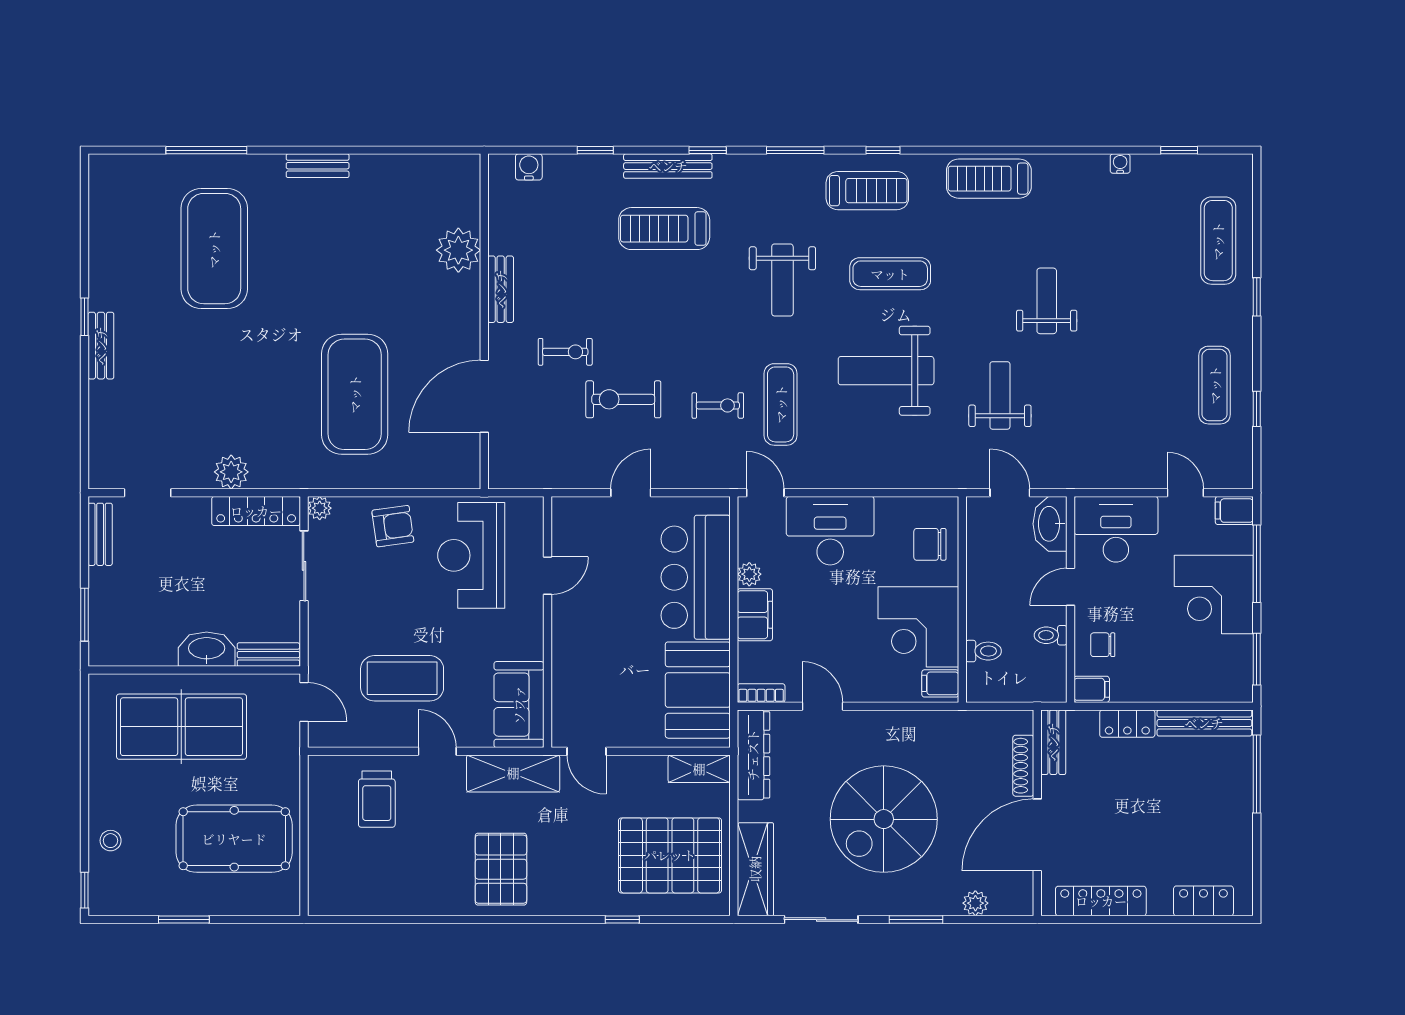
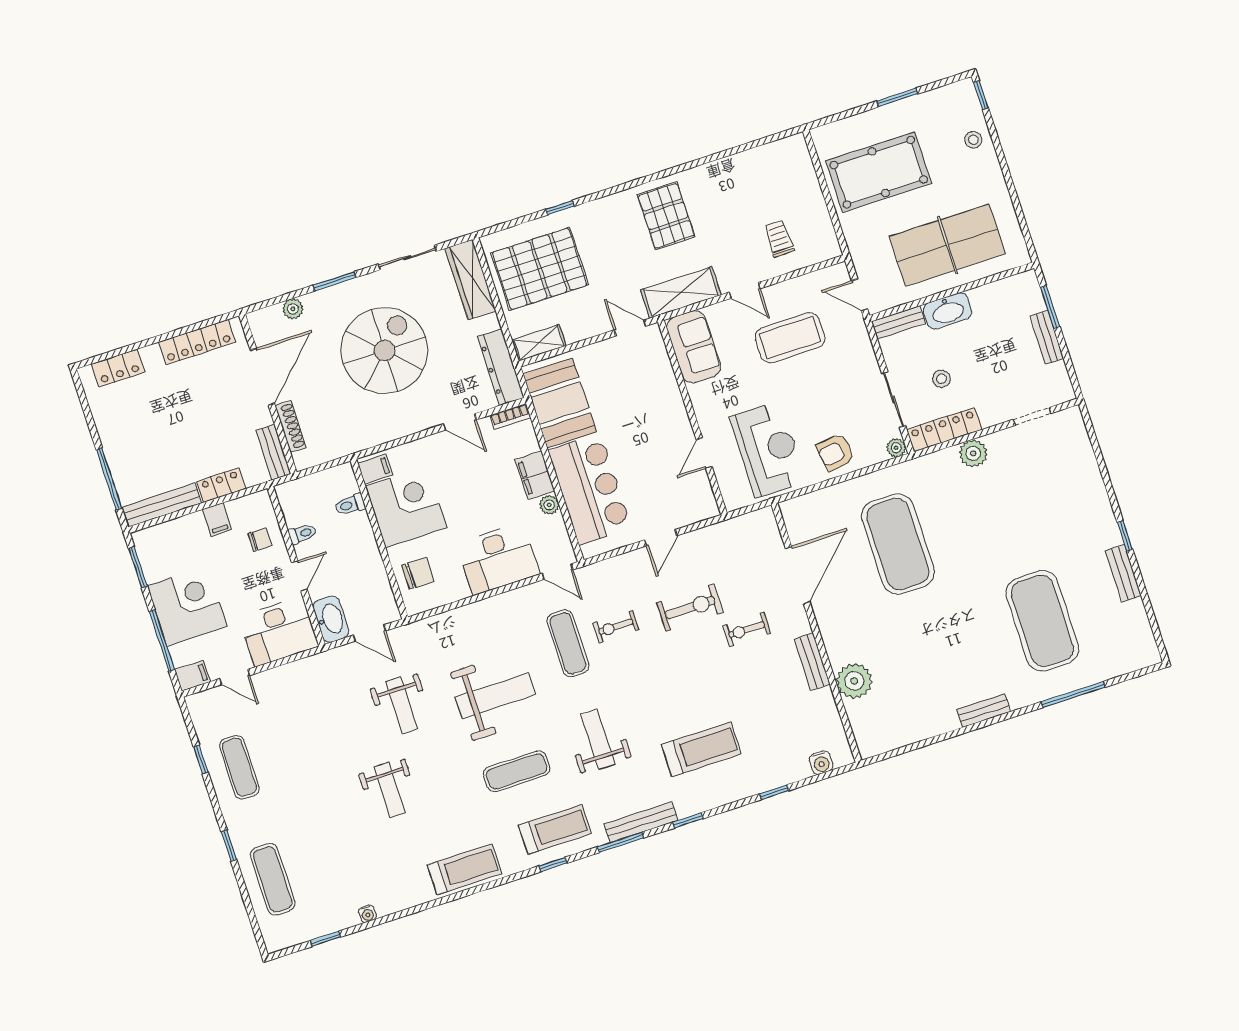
bench: (668, 166) -> (641, 822), moved
treadmill: (867, 191) -> (555, 829), turned 180
bench: (101, 346) -> (1123, 573), moved
bench: (100, 534) -> (1047, 337), moved
stool: (240, 572) -> (942, 379), added
filing cabinet: (1092, 689) -> (217, 519), moved, turned -90
trolley: (377, 799) -> (779, 238), width x0.73, depth x0.72

